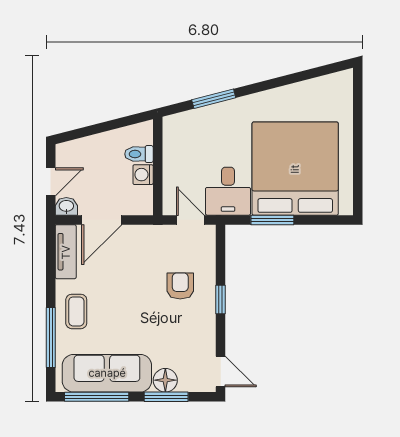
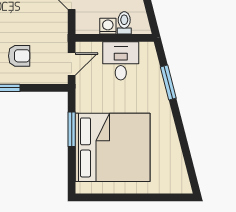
desk: (228, 191) -> (121, 61), moved, turned 90

